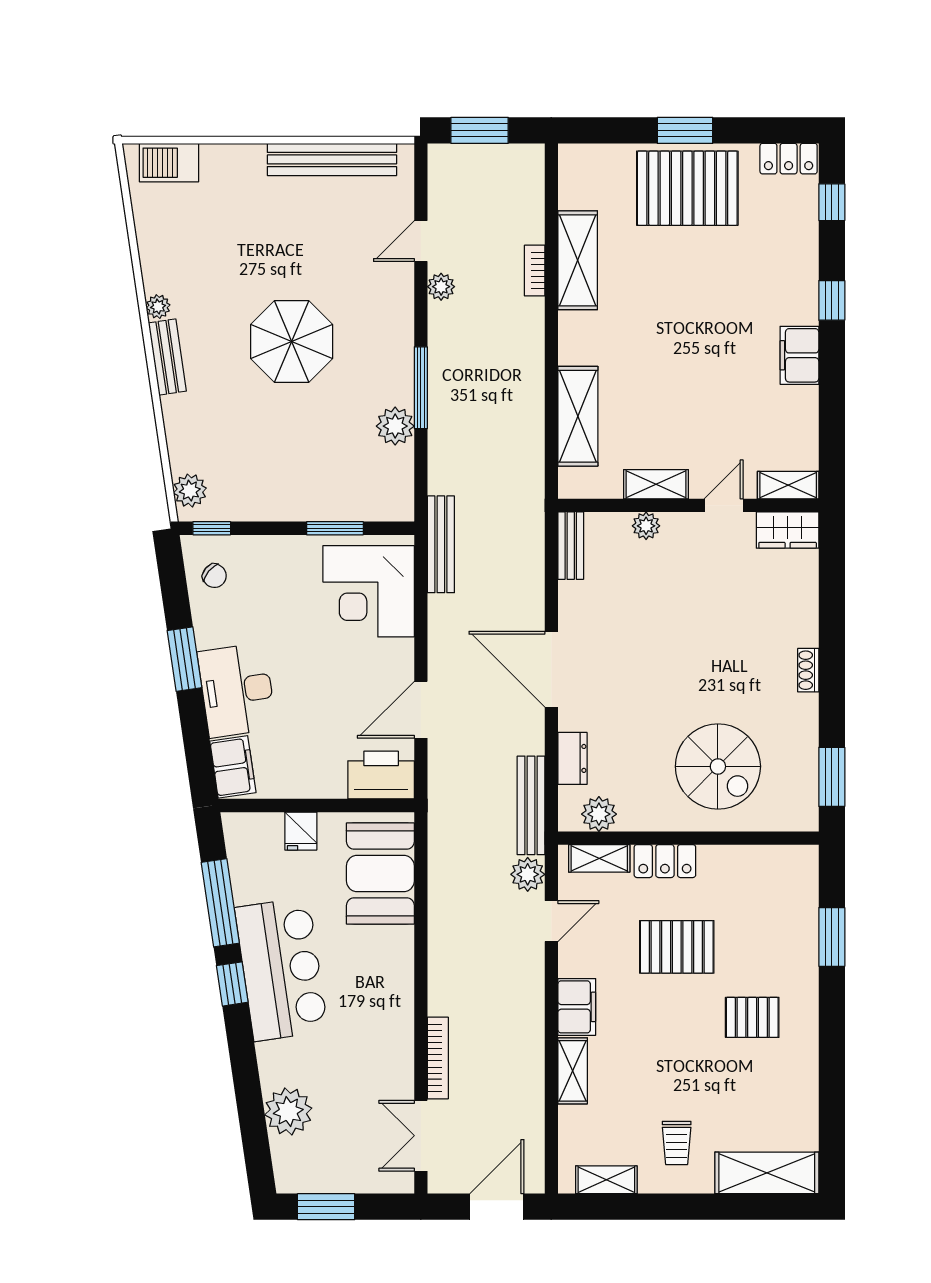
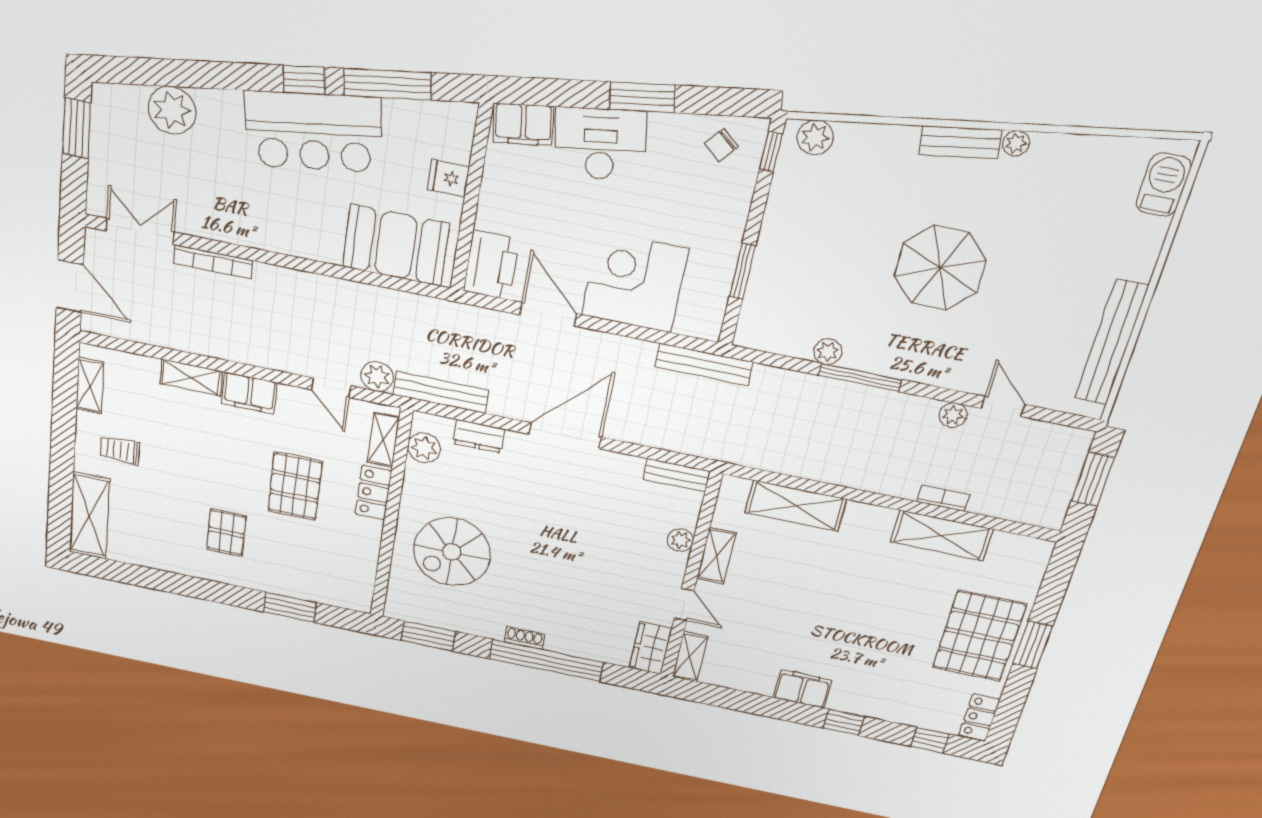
plant: (395, 426) -> (828, 352), width x0.73, depth x0.73
corner desk: (369, 591) -> (635, 282), moved
window: (832, 641) -> (546, 660), added

